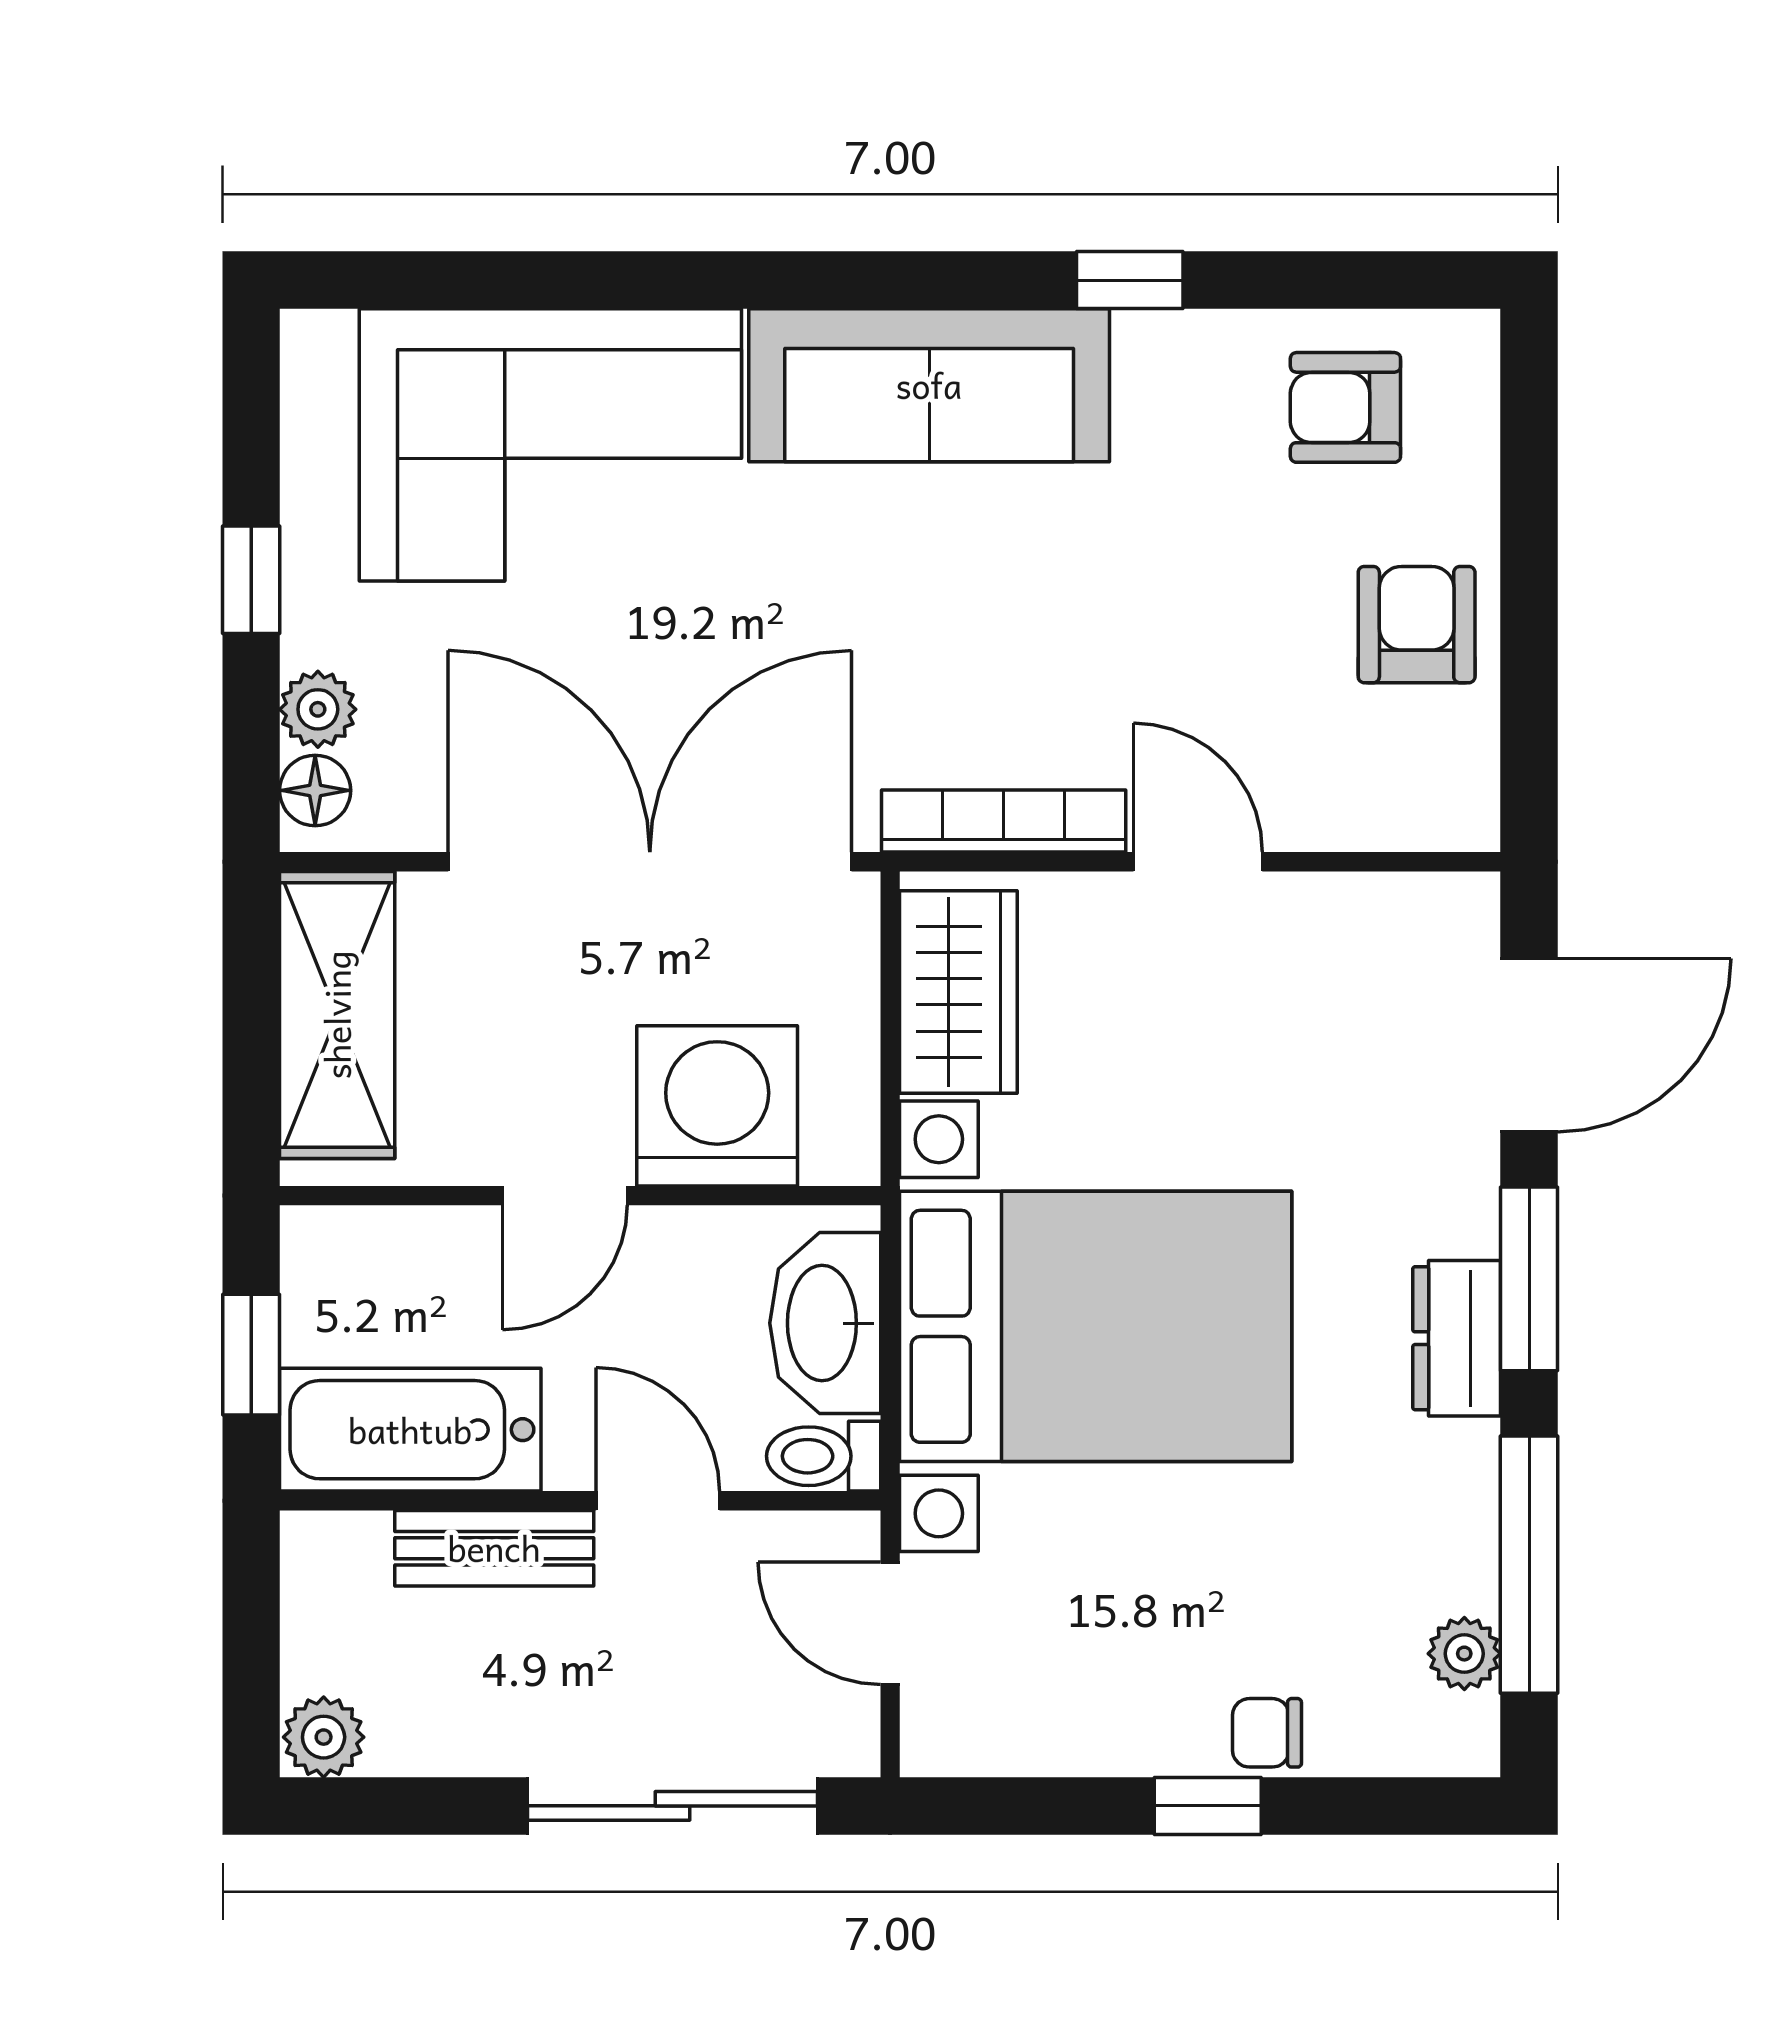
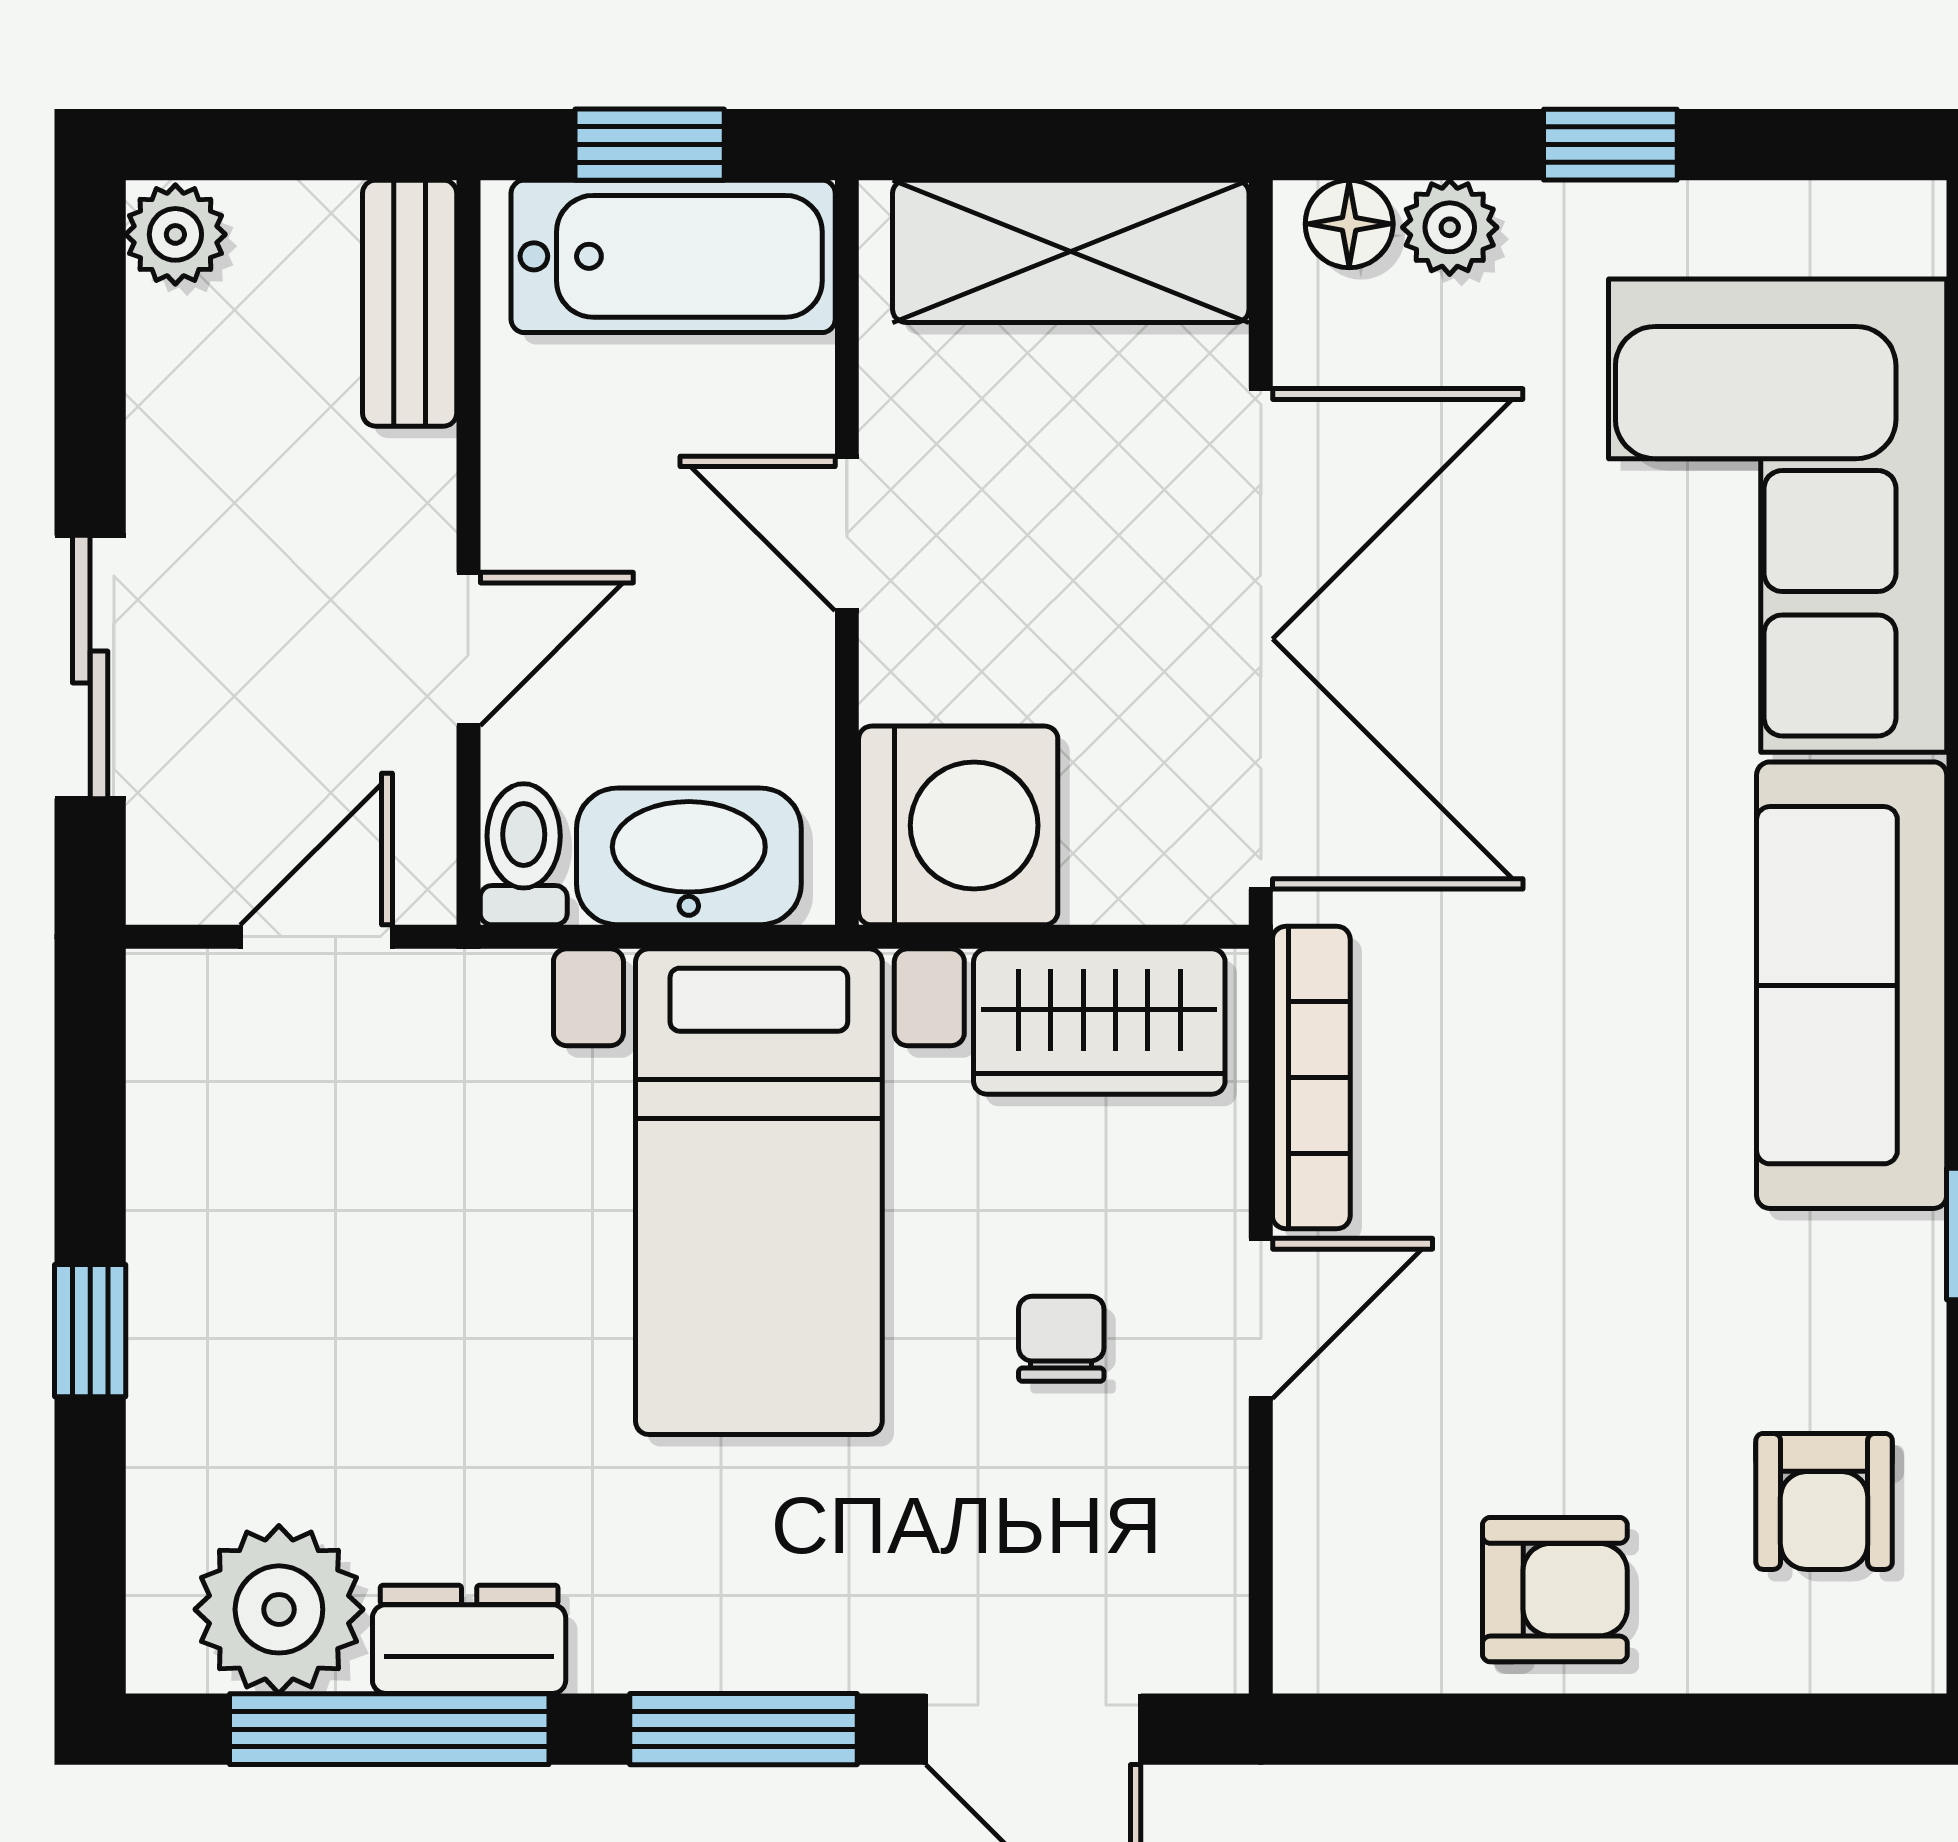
armchair: (1345, 407) -> (1824, 1501), turned 180
washing machine: (717, 1106) -> (958, 825), moved
bed with nightstands: (1096, 1326) -> (759, 1192), width x0.73
dresser: (1457, 1338) -> (469, 1639), moved
bathtub: (410, 1430) -> (673, 256), moved, turned 90
bench: (494, 1548) -> (410, 303), moved
plant: (1464, 1654) -> (279, 1609), width x1.88, depth x1.88
chair: (1267, 1733) -> (1061, 1339), moved
sliding door: (672, 1806) -> (90, 667), width x0.73

